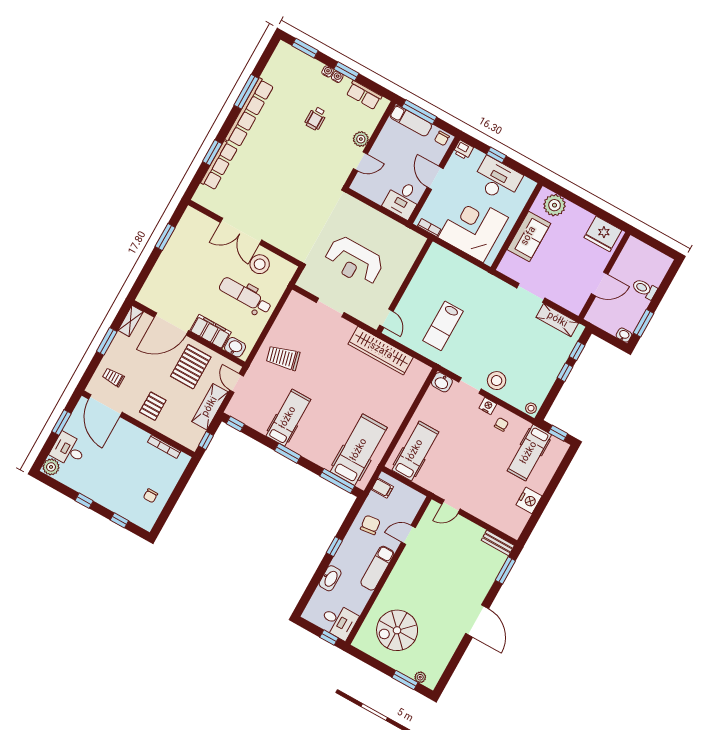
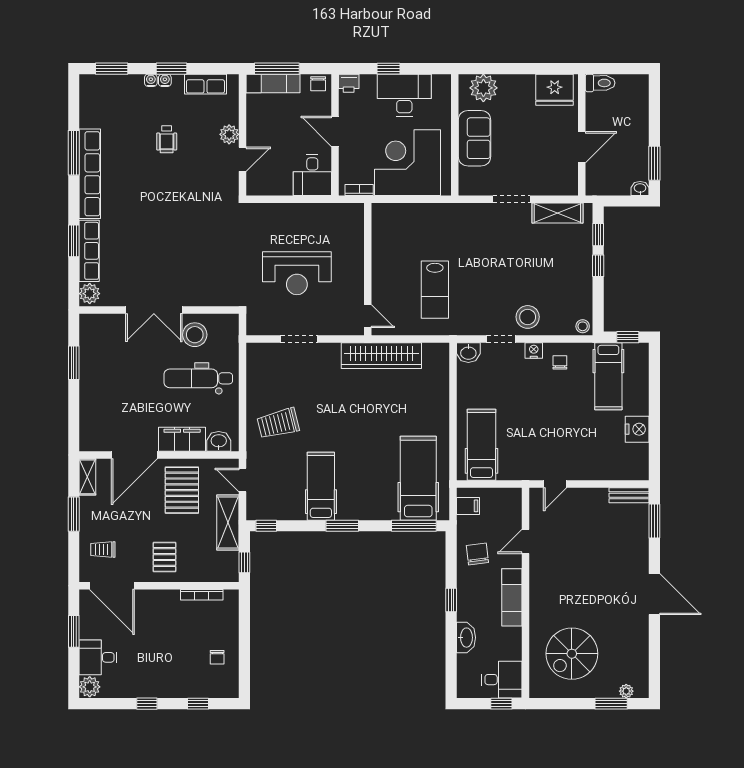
plant: (203, 195) -> (90, 294), added
toilet: (644, 289) -> (600, 83), moved, turned 180

